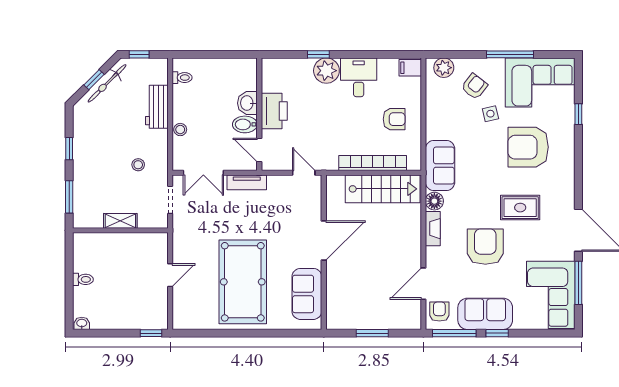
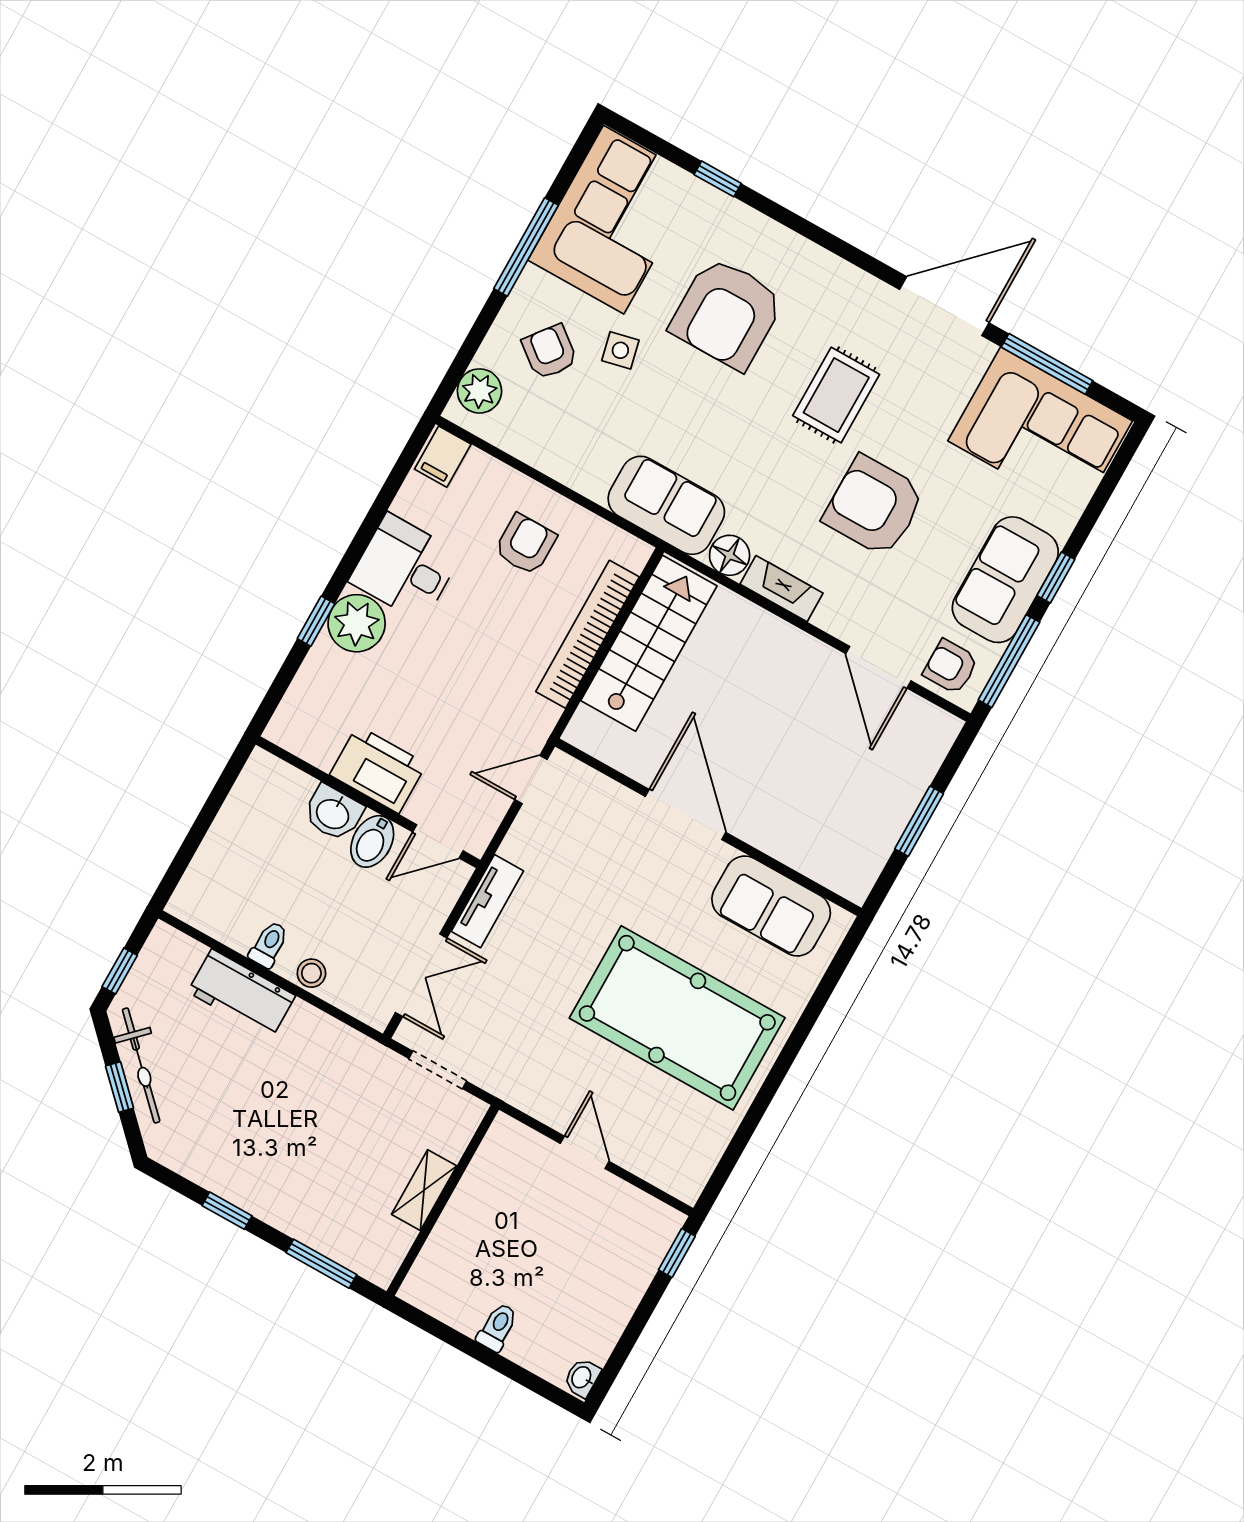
toilet: (182, 78) -> (269, 945), moved
stool: (138, 165) -> (334, 1094), removed

